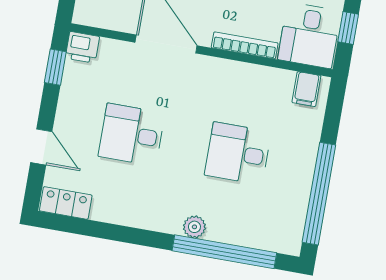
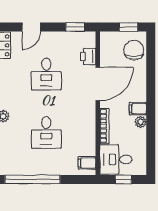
printer: (82, 47) -> (88, 56), moved
desk: (132, 135) -> (46, 74), turned 180
desk: (238, 153) -> (46, 132), turned 180

